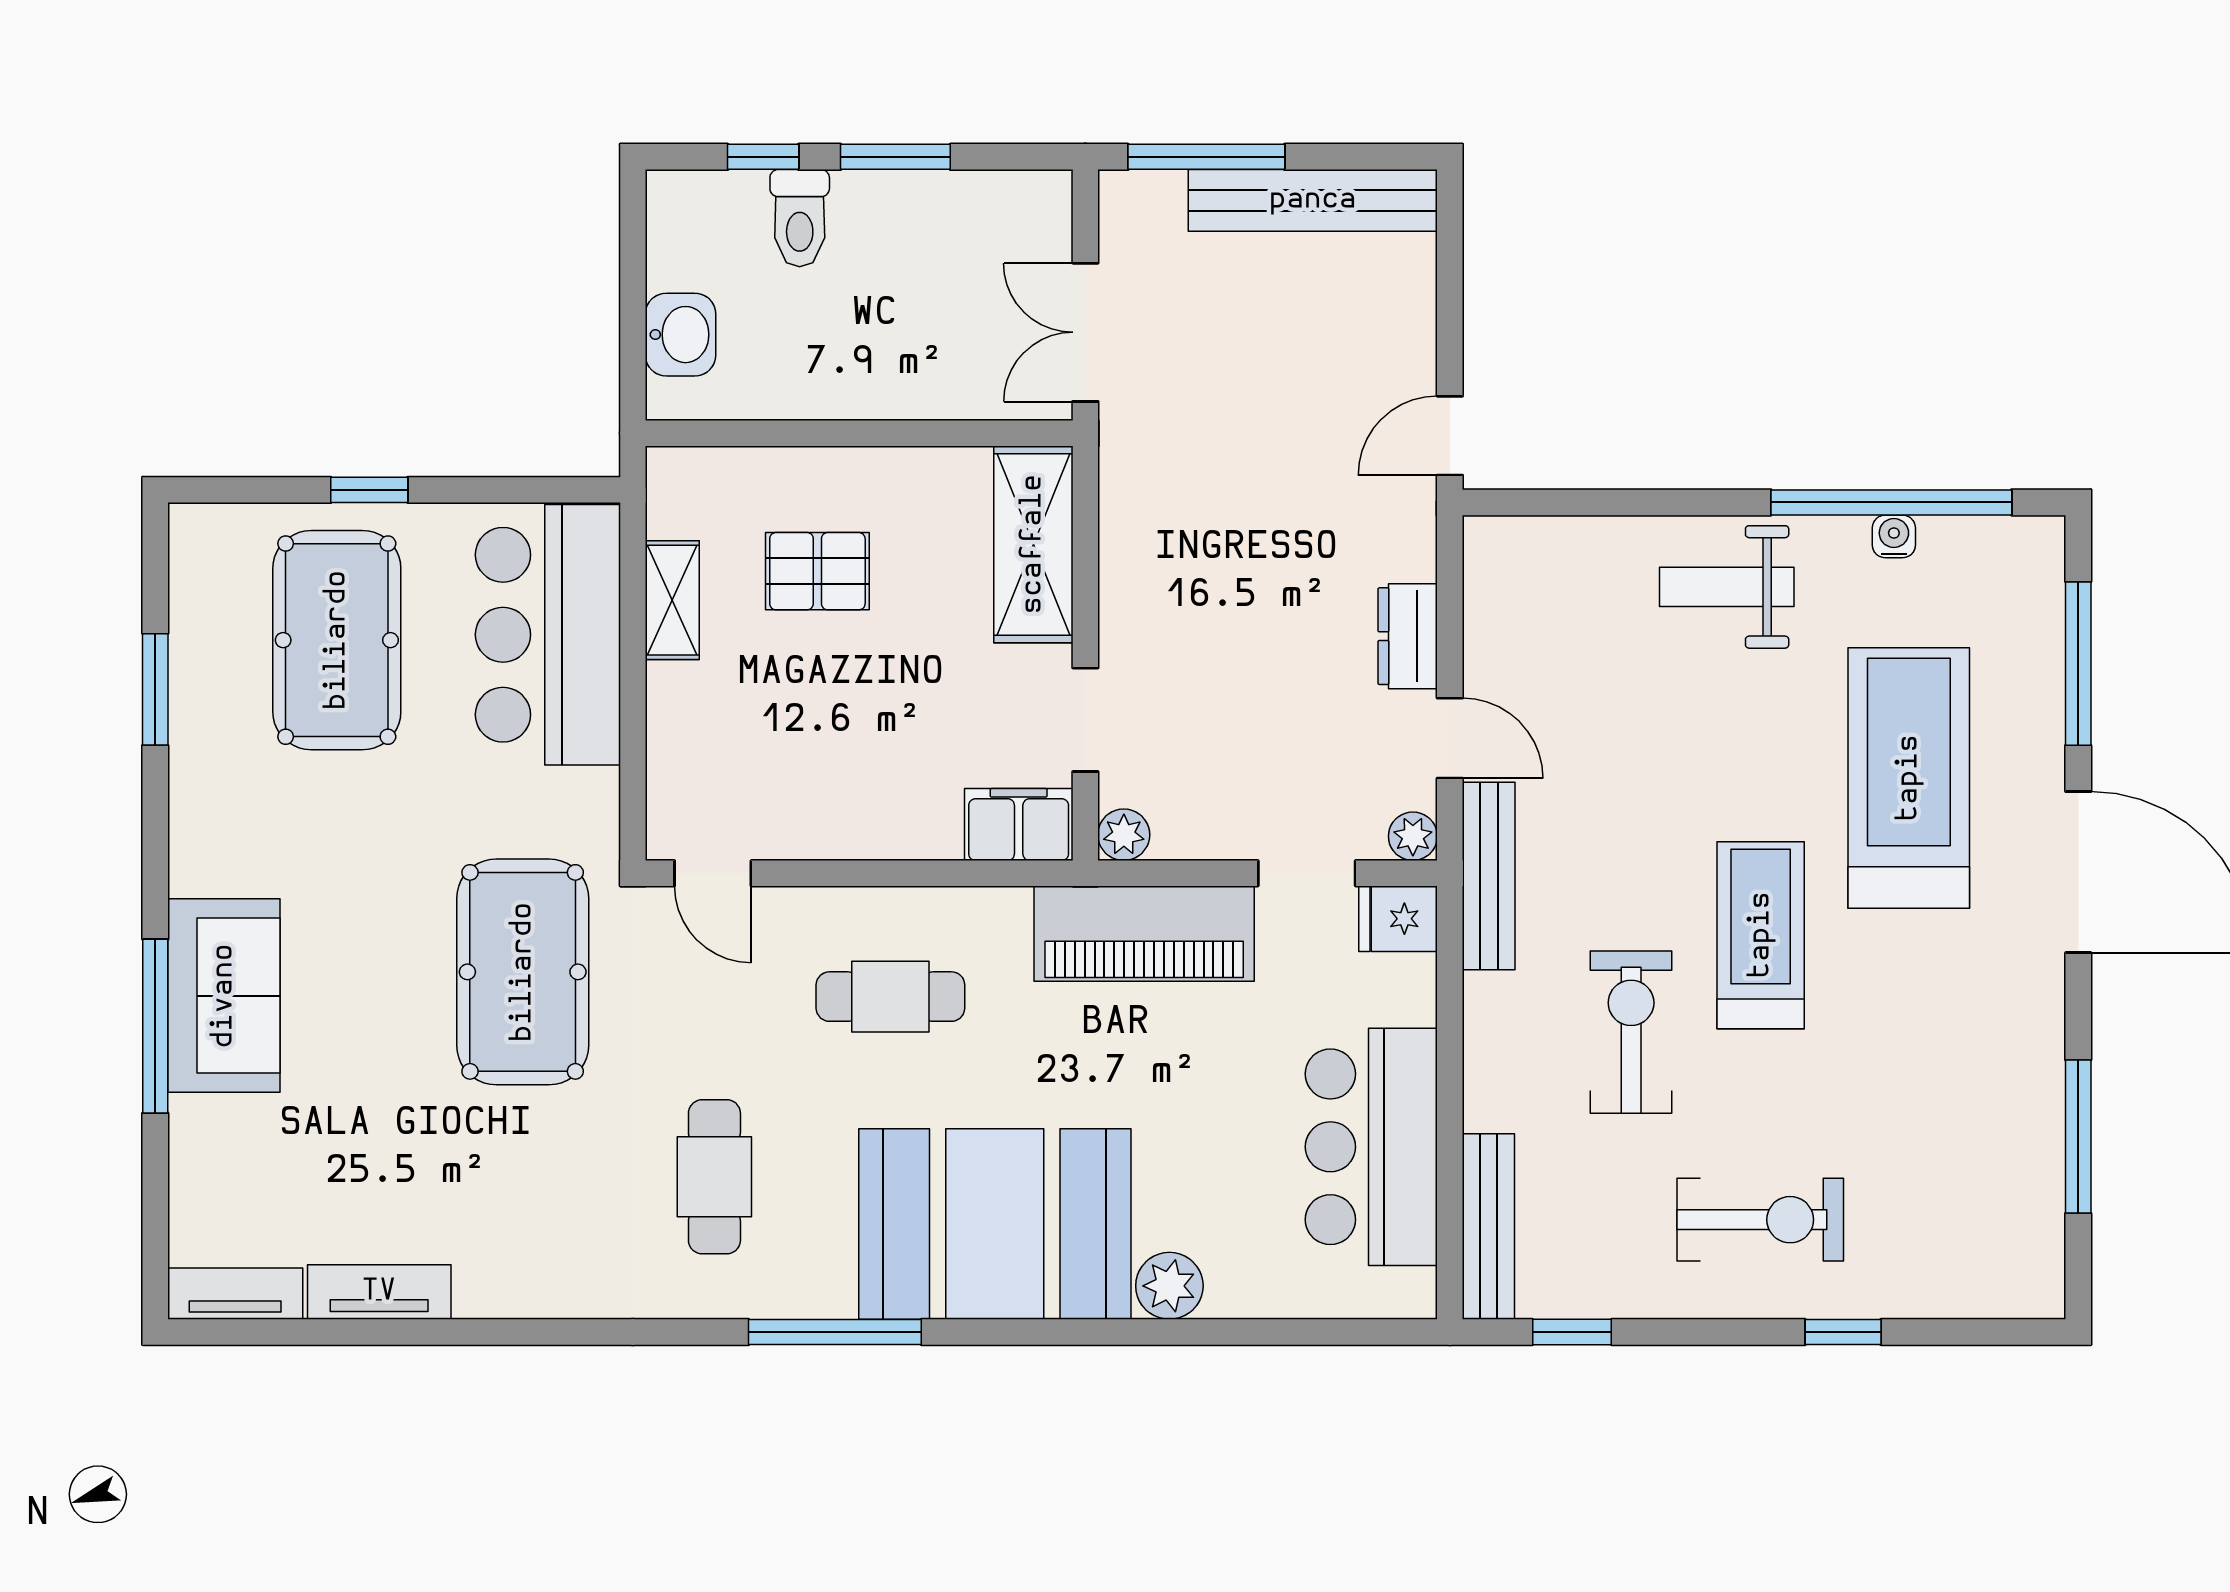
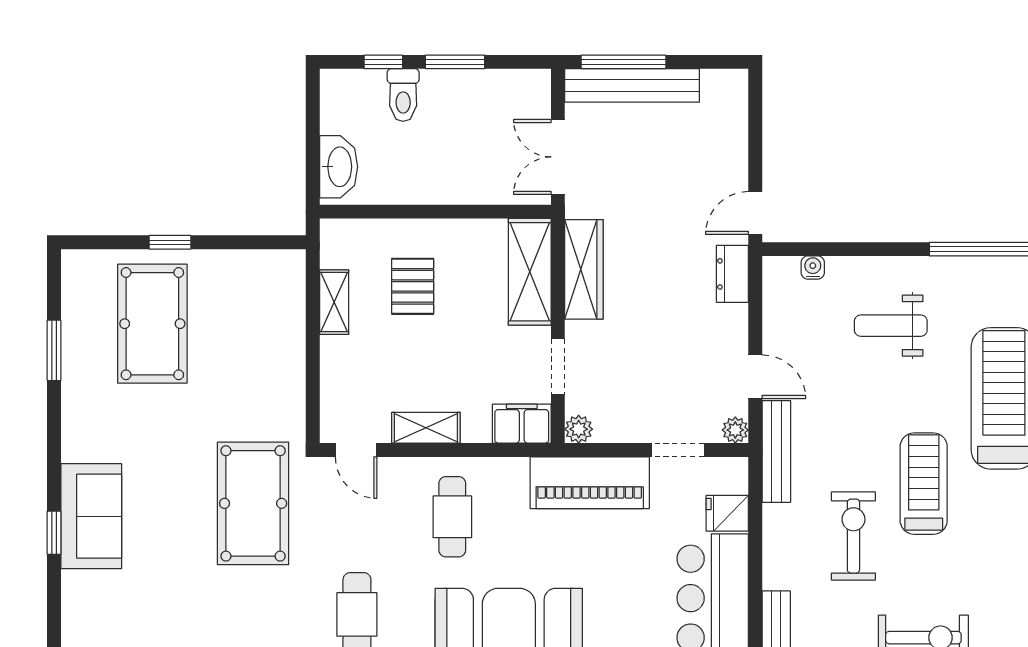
bench: (1313, 200) -> (632, 85), moved
washbasin: (681, 335) -> (339, 167), width x1.38
water cooler: (1894, 536) -> (813, 268), moved
wardrobe: (1133, 540) -> (584, 269), added
pallet: (817, 571) -> (413, 286), turned 90
weight bench: (1727, 587) -> (891, 326), moved
bar counter: (548, 635) -> (267, 321), removed
dresser: (1408, 636) -> (732, 274), moved
shelving: (842, 832) -> (426, 428), added
fridge: (1398, 919) -> (727, 513), moved
cafe table: (890, 997) -> (452, 517), turned 90
window: (155, 1026) -> (54, 533), width x0.46

